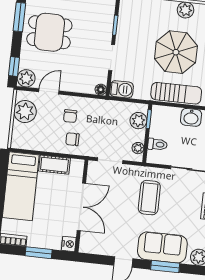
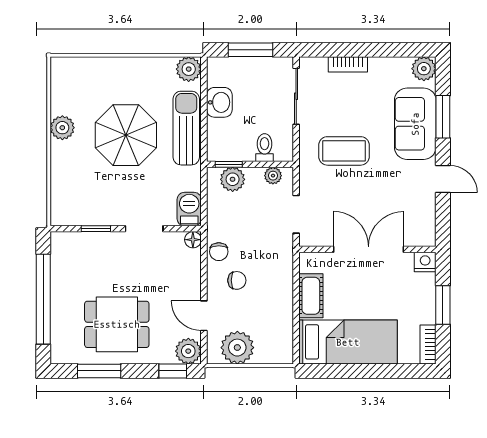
dining table: (49, 32) -> (117, 324), turned 90
chair: (72, 139) -> (219, 252), moved

